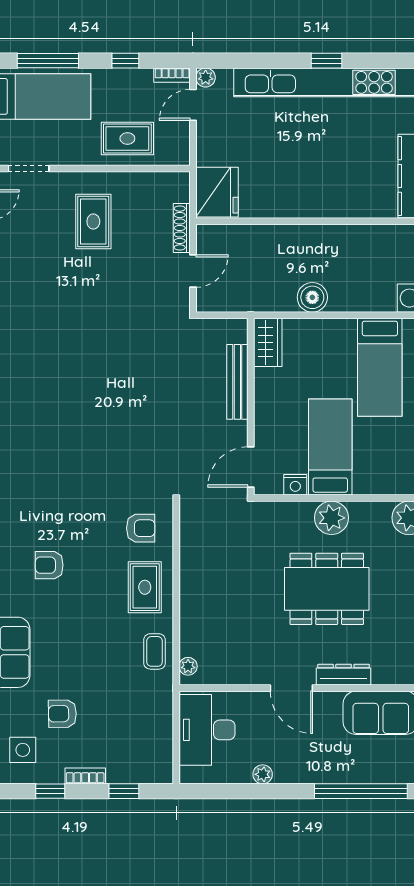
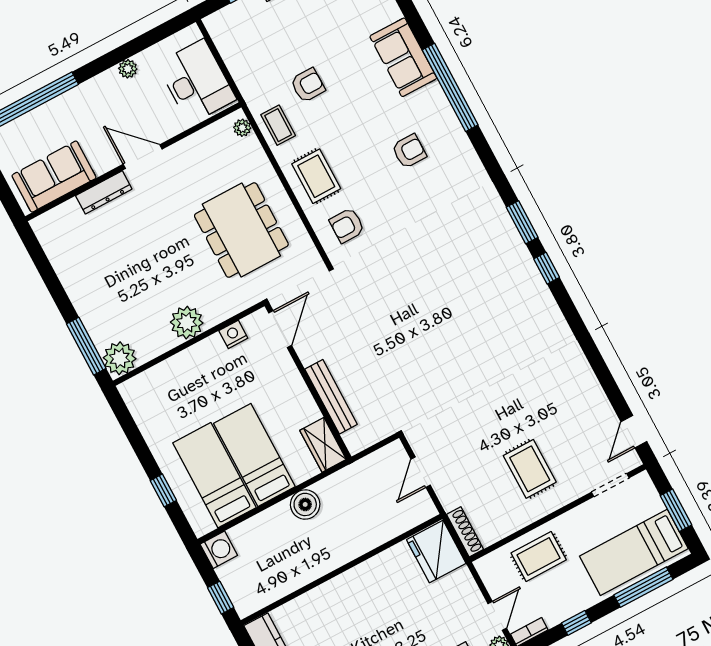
shoe rack: (182, 228) -> (465, 532), moved
bed: (330, 447) -> (254, 455), moved, turned 180
dining table: (327, 589) -> (241, 230), moved, turned 90
armchair: (62, 714) -> (308, 85), moved

